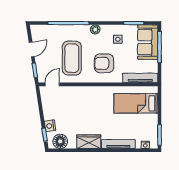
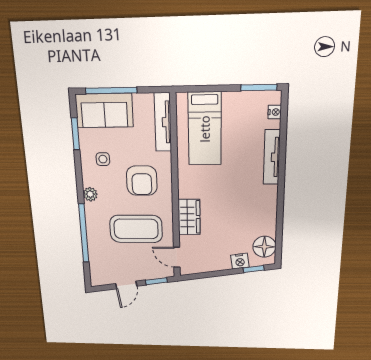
door: (32, 49) -> (126, 285), swing flipped
wardrobe: (89, 142) -> (189, 217), moved, turned 180

